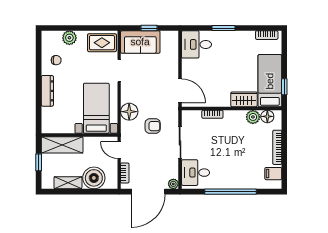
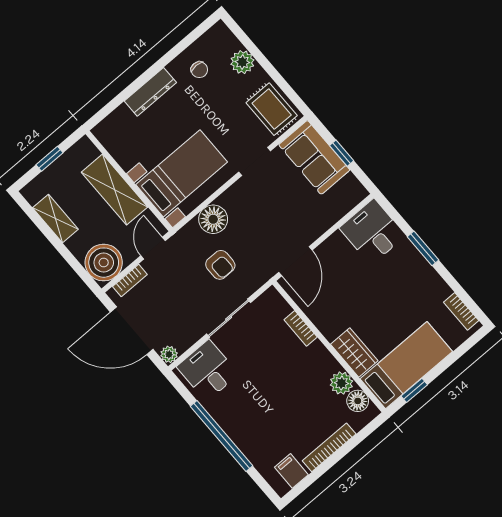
shelving: (62, 145) -> (114, 190), moved
boiler: (94, 178) -> (104, 263), moved

